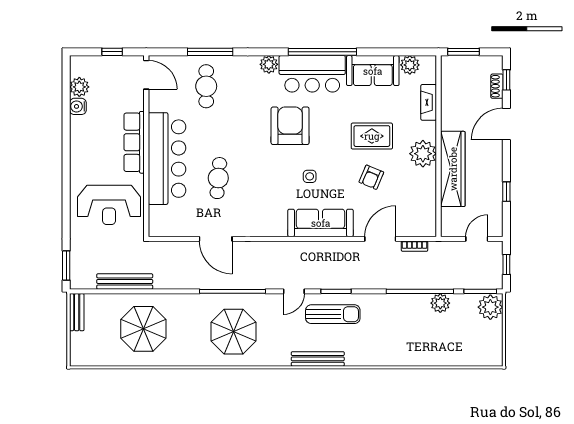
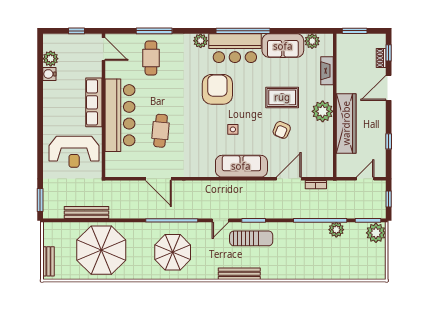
bench: (77, 312) -> (48, 261), moved
parasol: (143, 329) -> (101, 250), width x1.36, depth x1.36

